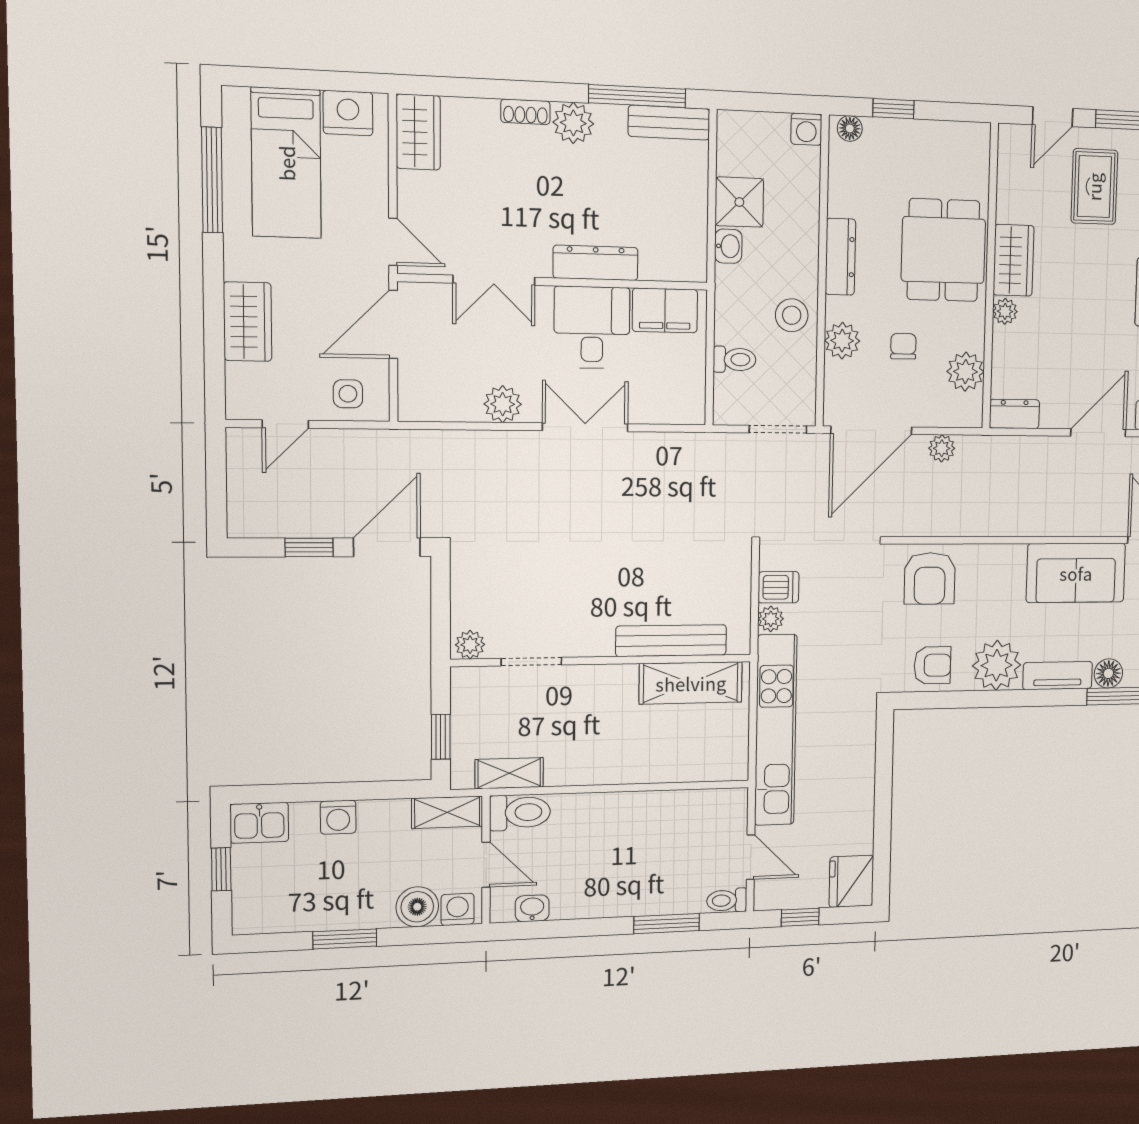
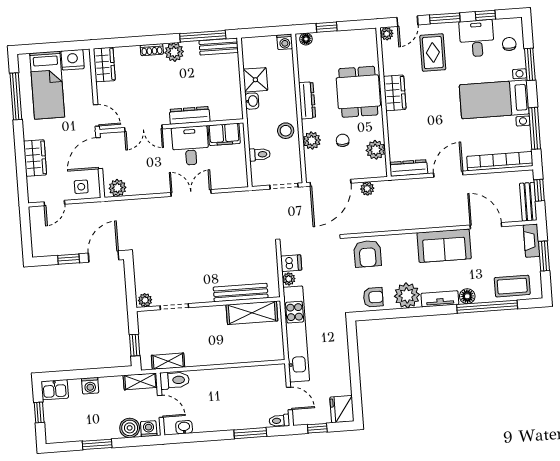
plant: (1005, 311) -> (387, 34), moved
plant: (503, 404) -> (117, 188), moved
dresser: (1014, 414) -> (409, 168), width x1.44

